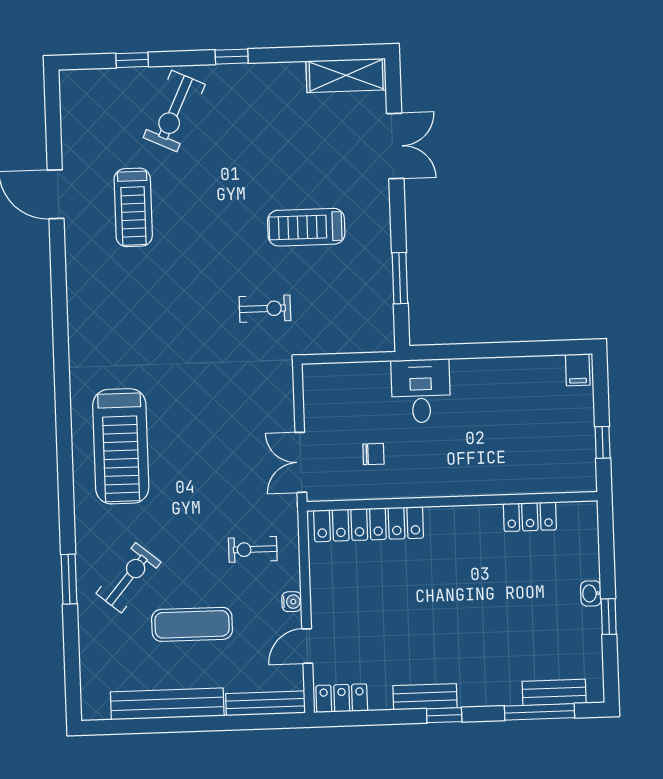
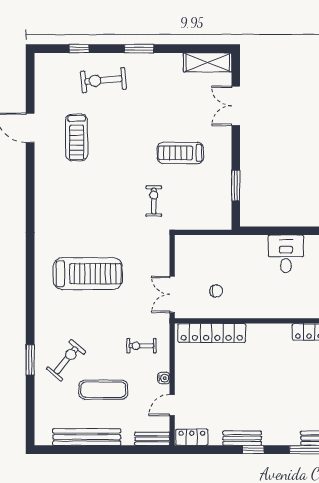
window: (232, 57) -> (139, 49), width x1.50
exercise bike: (174, 111) -> (103, 80), turned 60
double door: (395, 146) -> (236, 106), swing flipped
exercise bike: (265, 309) -> (154, 201), turned -90
desk: (421, 391) -> (286, 254), moved
treadmill: (121, 446) -> (88, 274), moved, turned -90
bench: (265, 703) -> (152, 439), width x0.73

